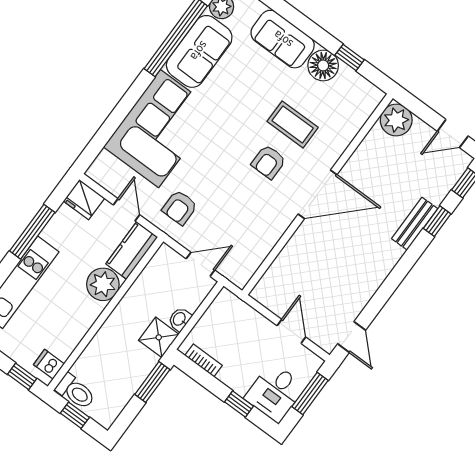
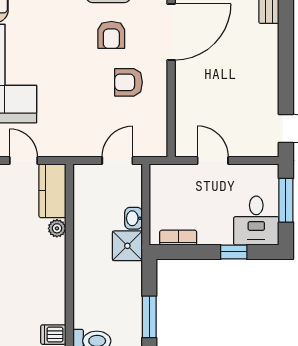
armchair: (180, 208) -> (128, 82), moved, turned 90
plant: (103, 284) -> (57, 228), width x0.53, depth x0.53
door: (291, 331) -> (213, 160), moved
window: (152, 382) -> (149, 317), moved

